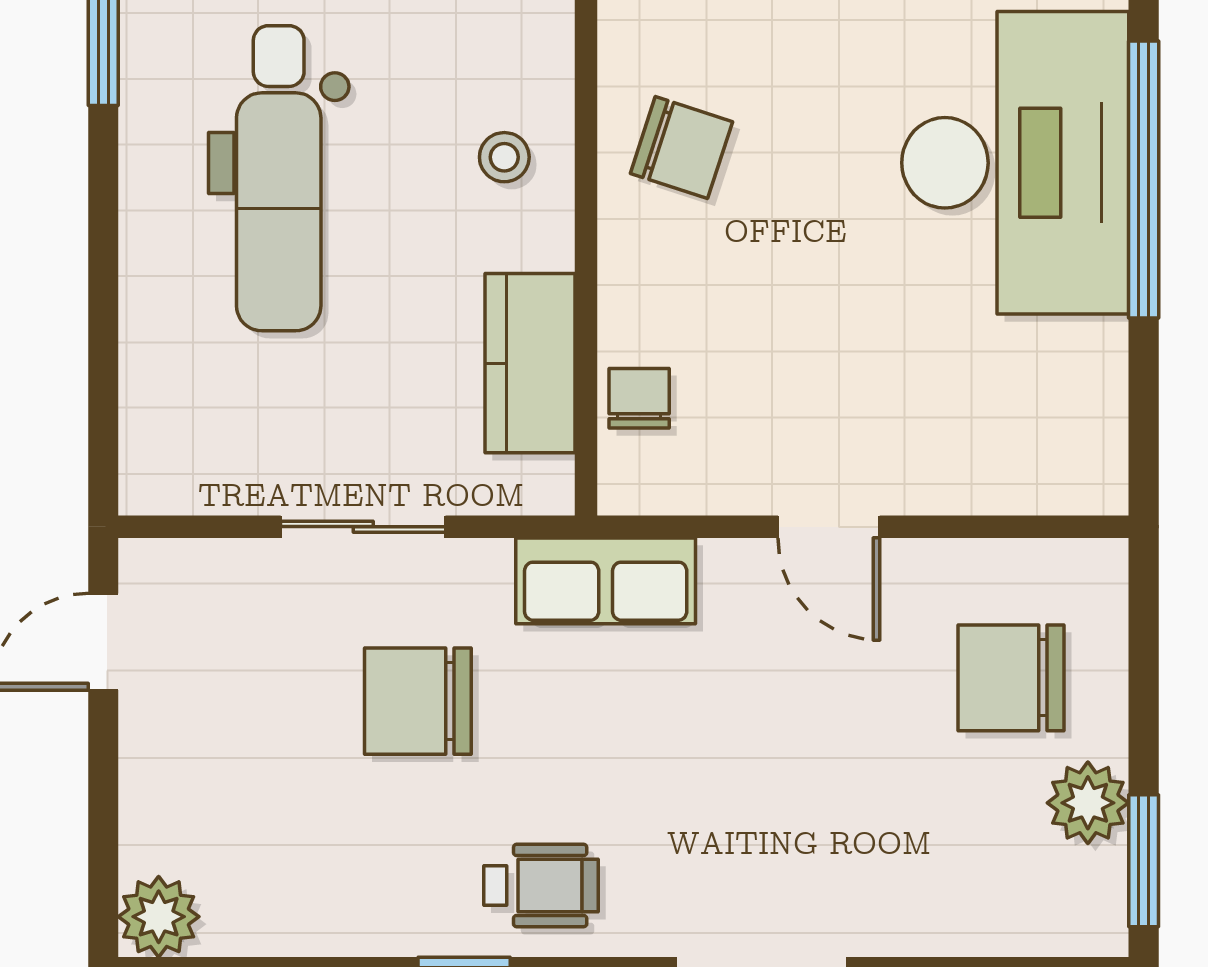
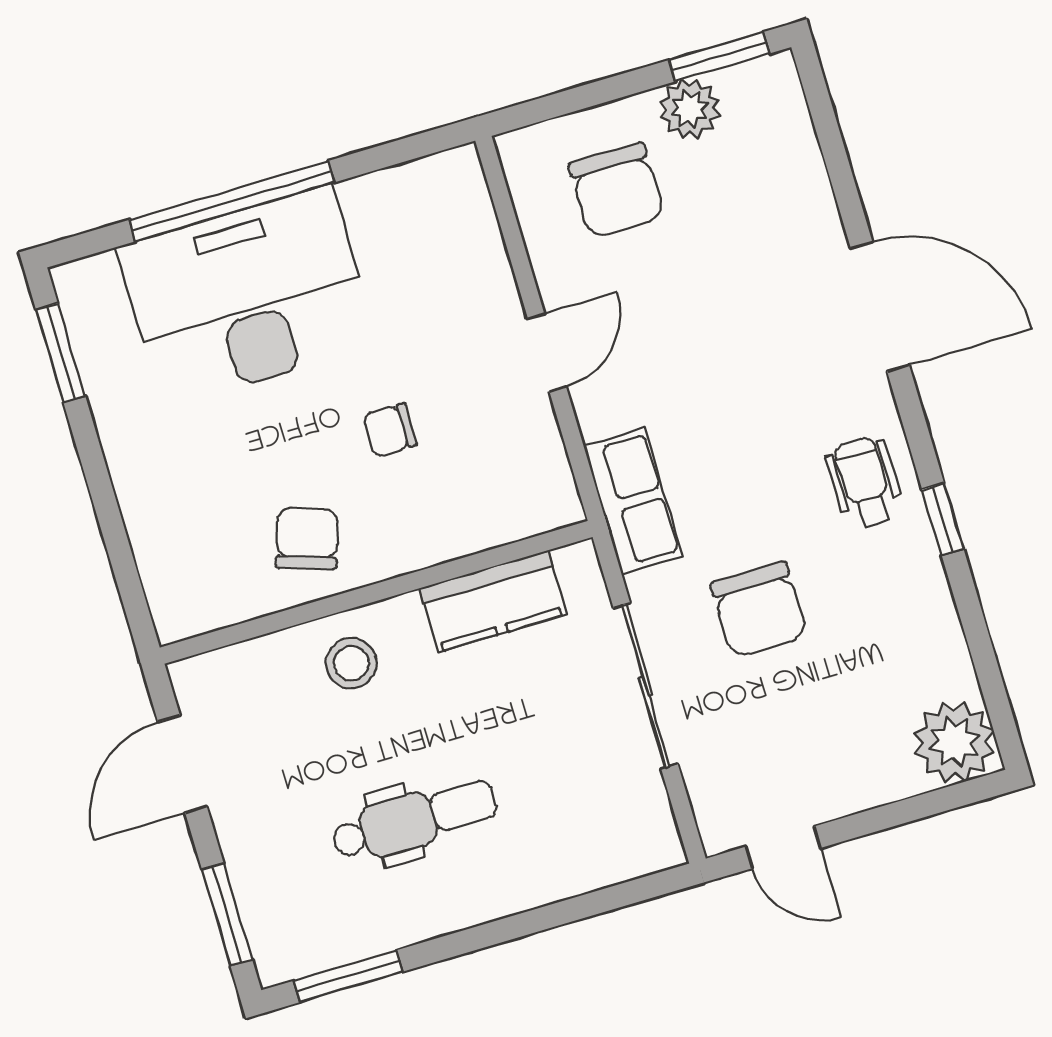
stool: (504, 157) -> (351, 663), width x1.37, depth x1.37
dental chair: (279, 178) -> (414, 820), width x0.73, depth x0.72
chair: (639, 398) -> (390, 430), moved
sliding door: (363, 527) -> (646, 686), width x1.37
plant: (159, 917) -> (954, 742), width x1.36, depth x1.36

